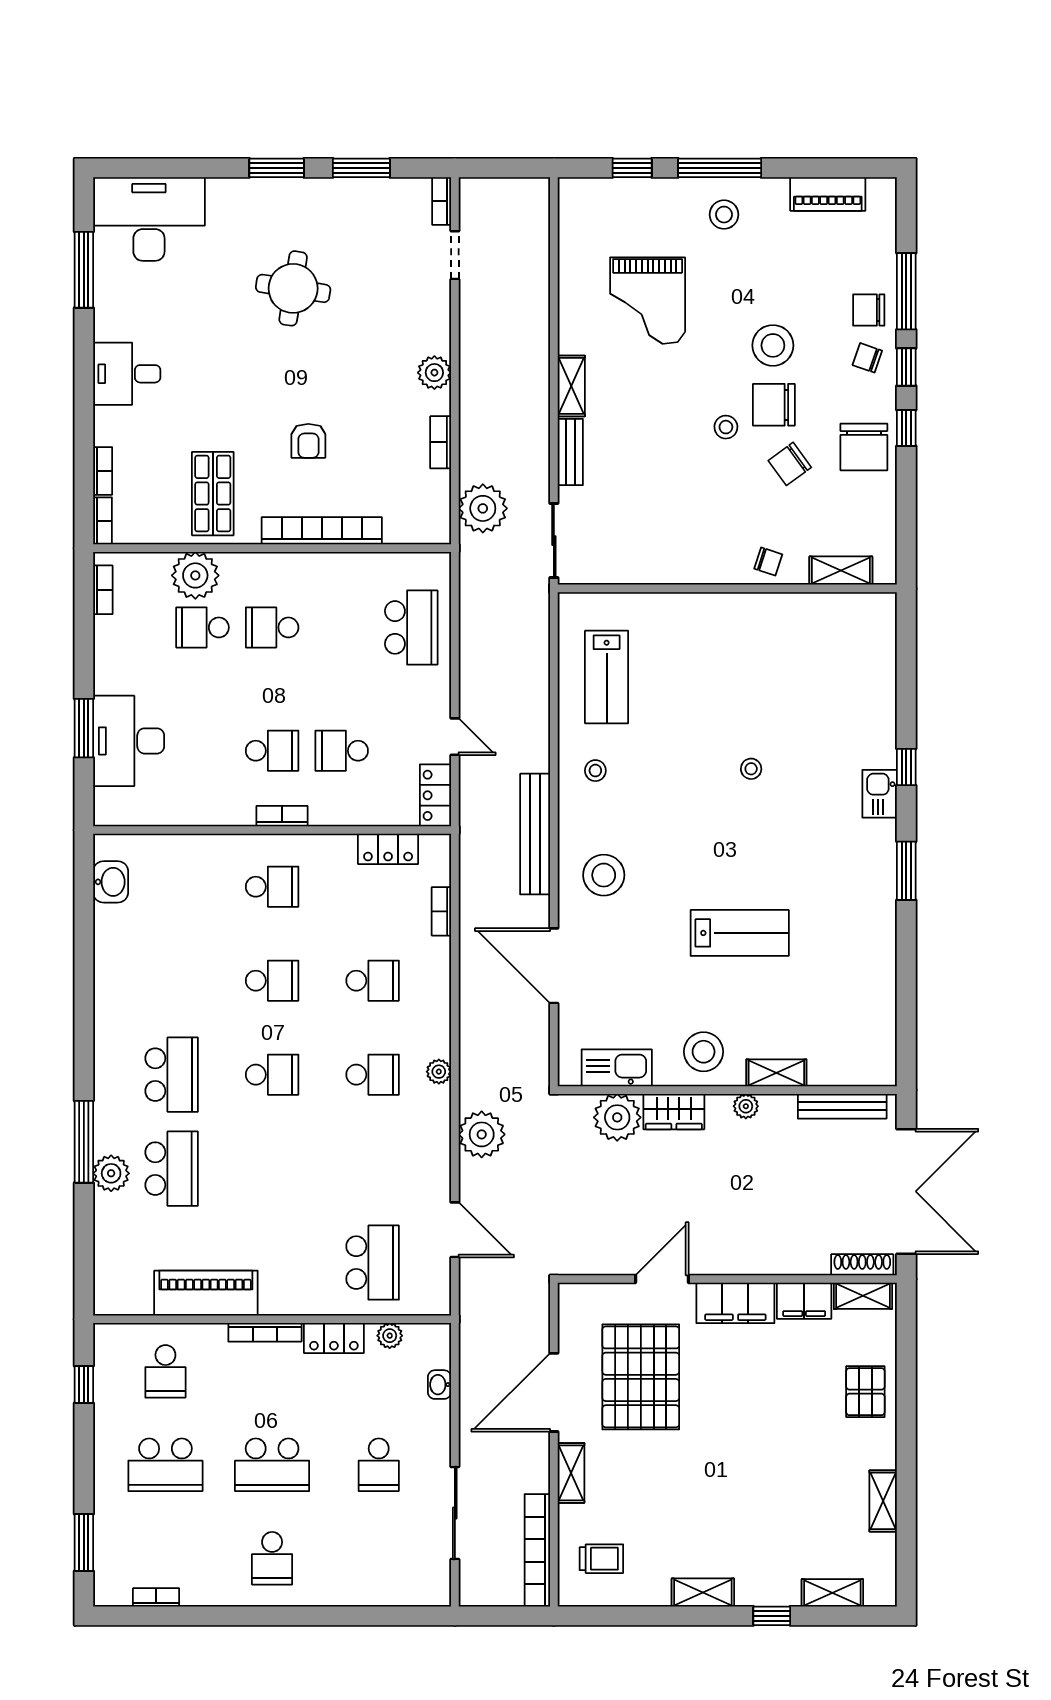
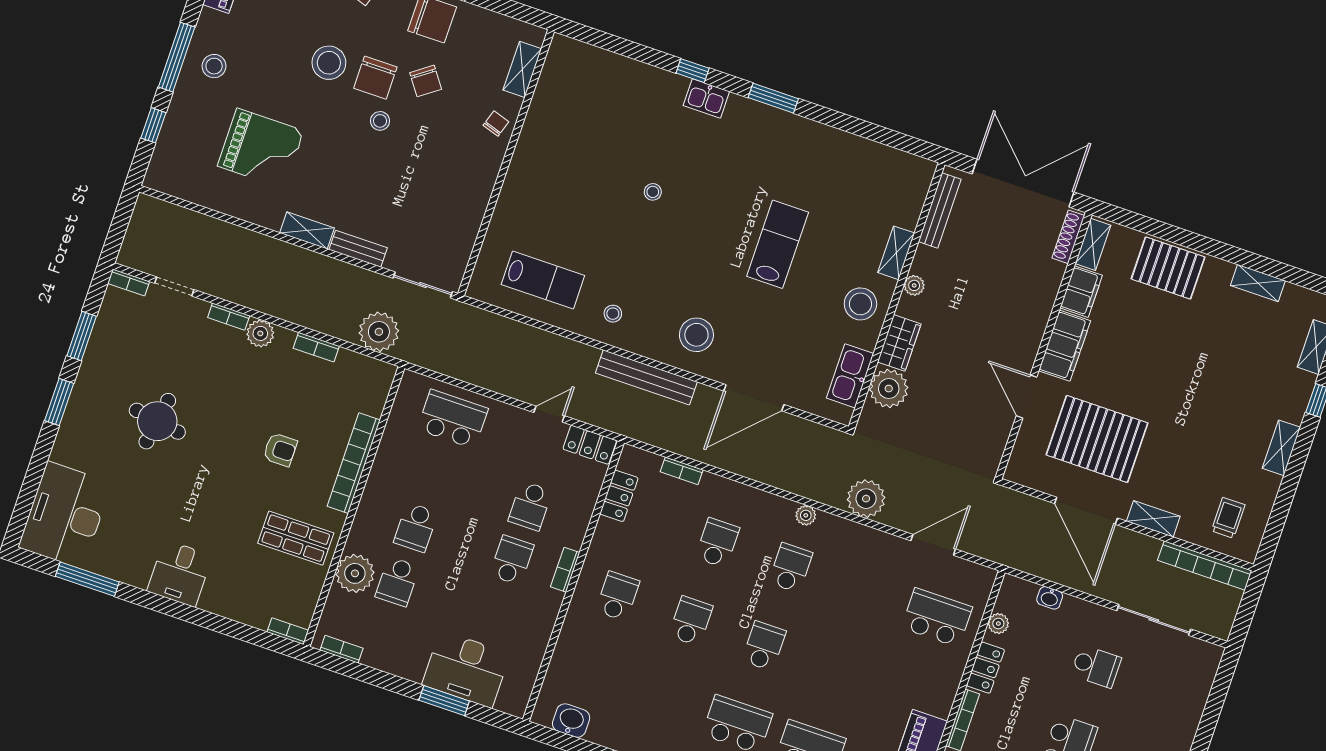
bookcase: (103, 471) -> (229, 317), moved, turned 180
pallet: (865, 1392) -> (1168, 268), width x1.50, depth x1.42

